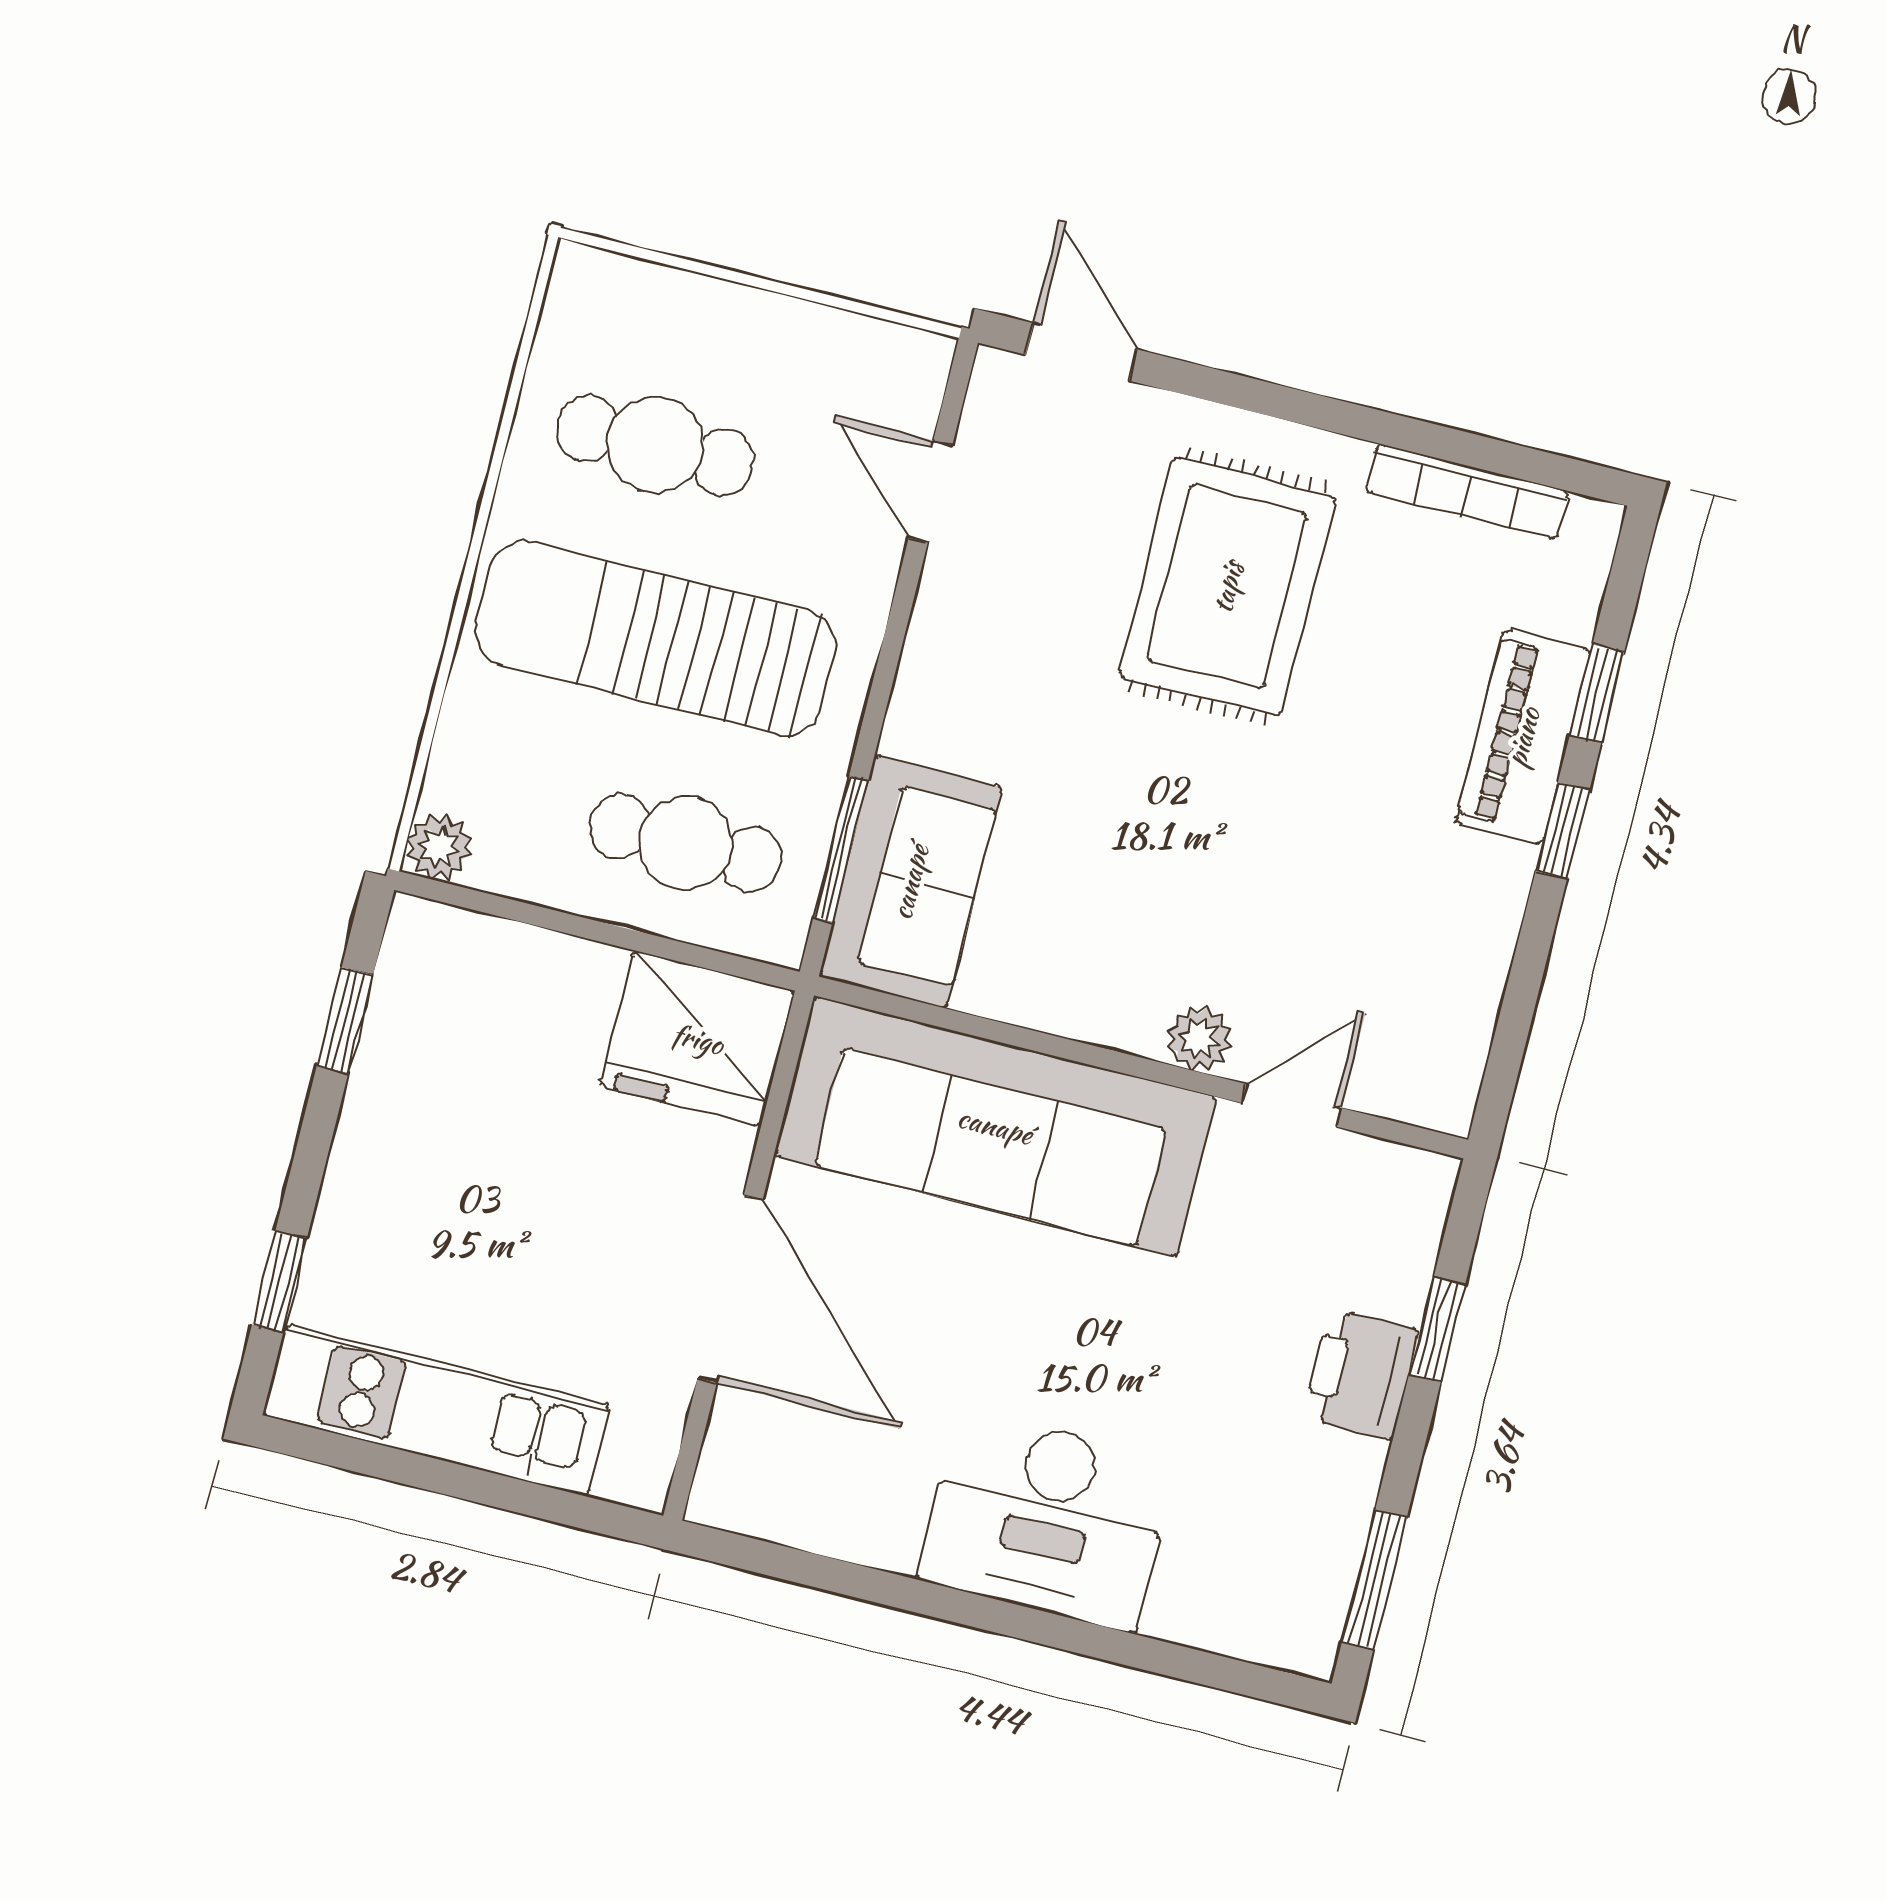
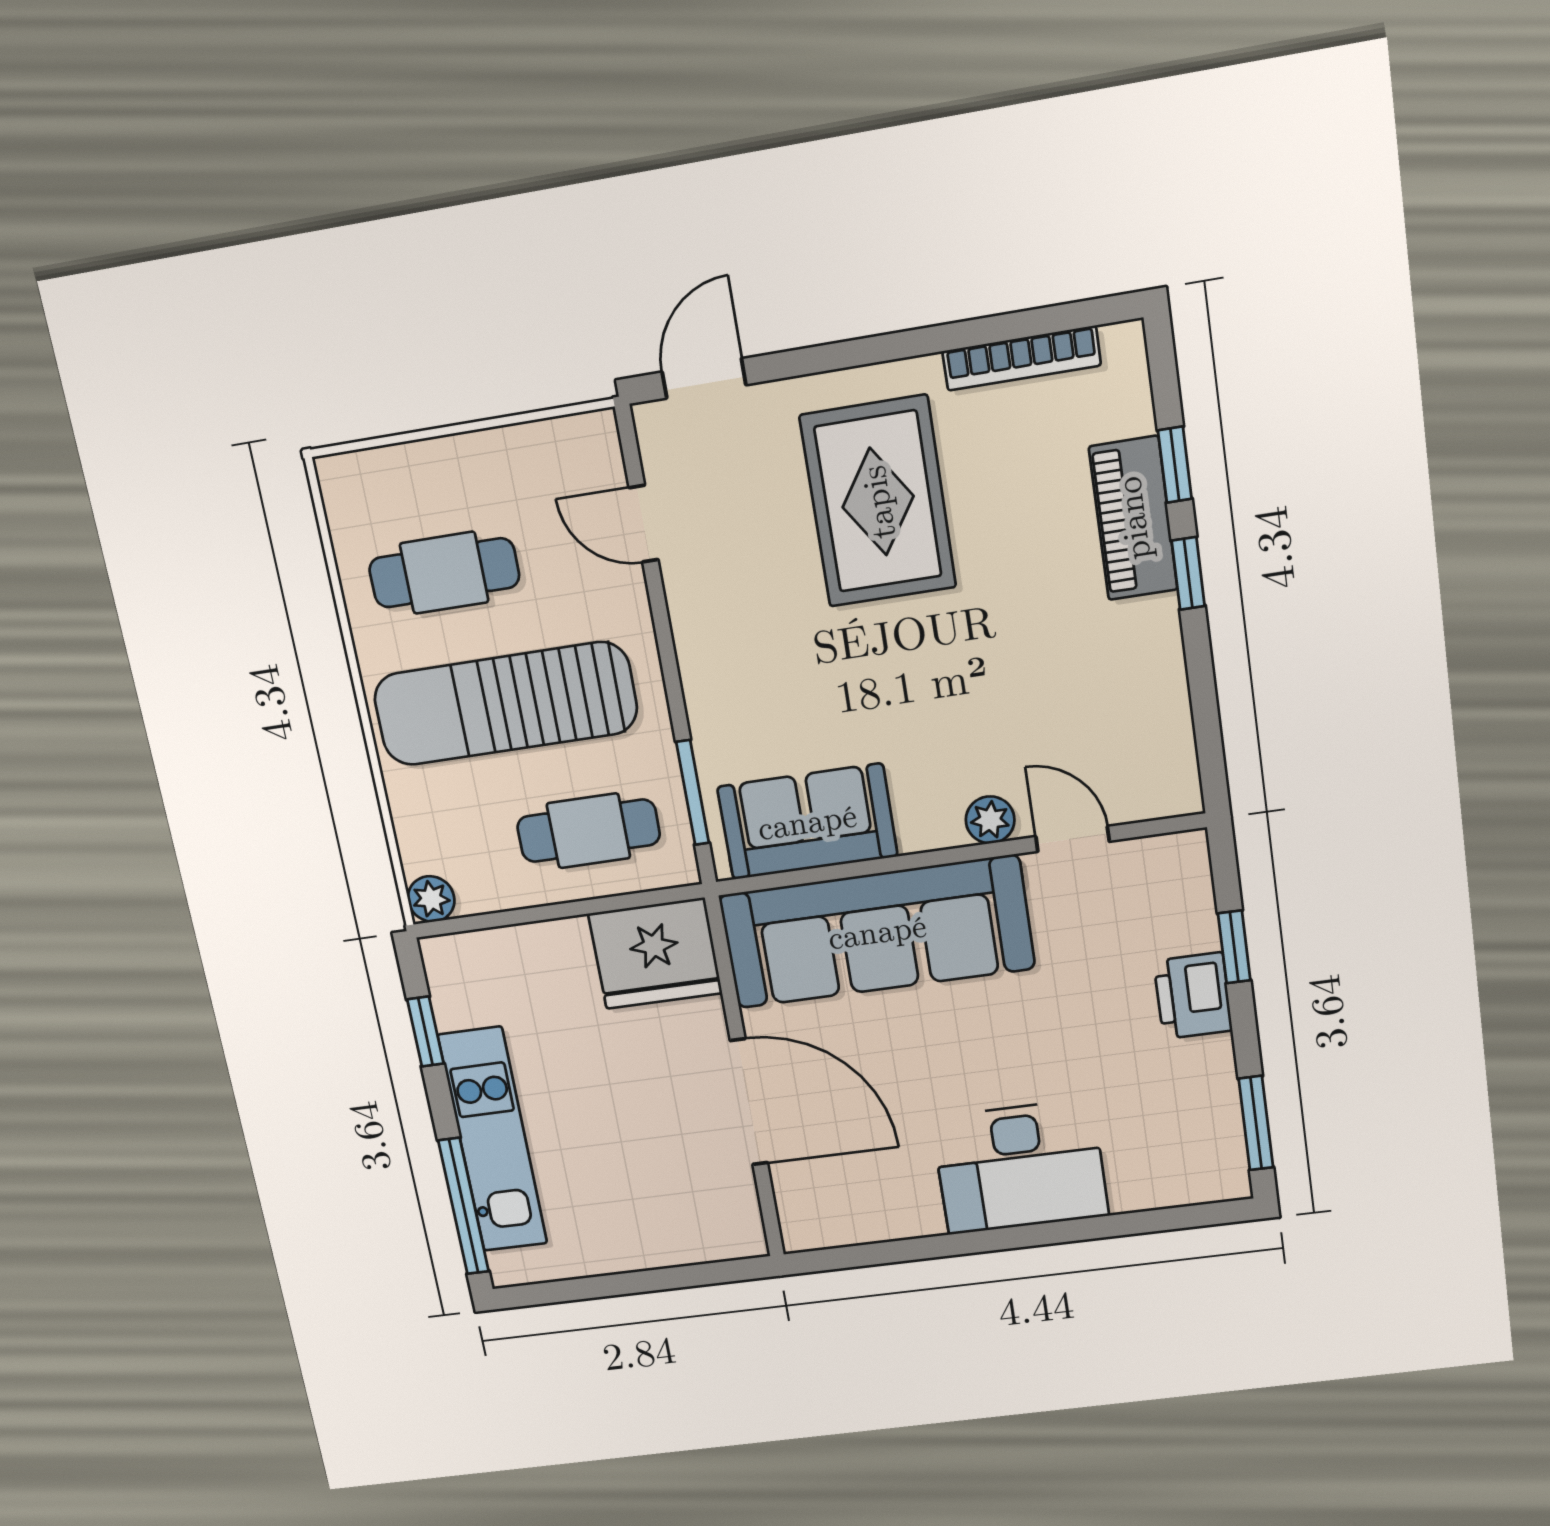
door: (1081, 352) -> (704, 378), hinge flipped
sofa: (910, 882) -> (807, 822), moved, turned -90
door: (1292, 1105) -> (1072, 839), hinge flipped
window: (279, 1281) -> (464, 1206), width x2.17
kitchen unit: (436, 1410) -> (493, 1140), moved, turned 90

